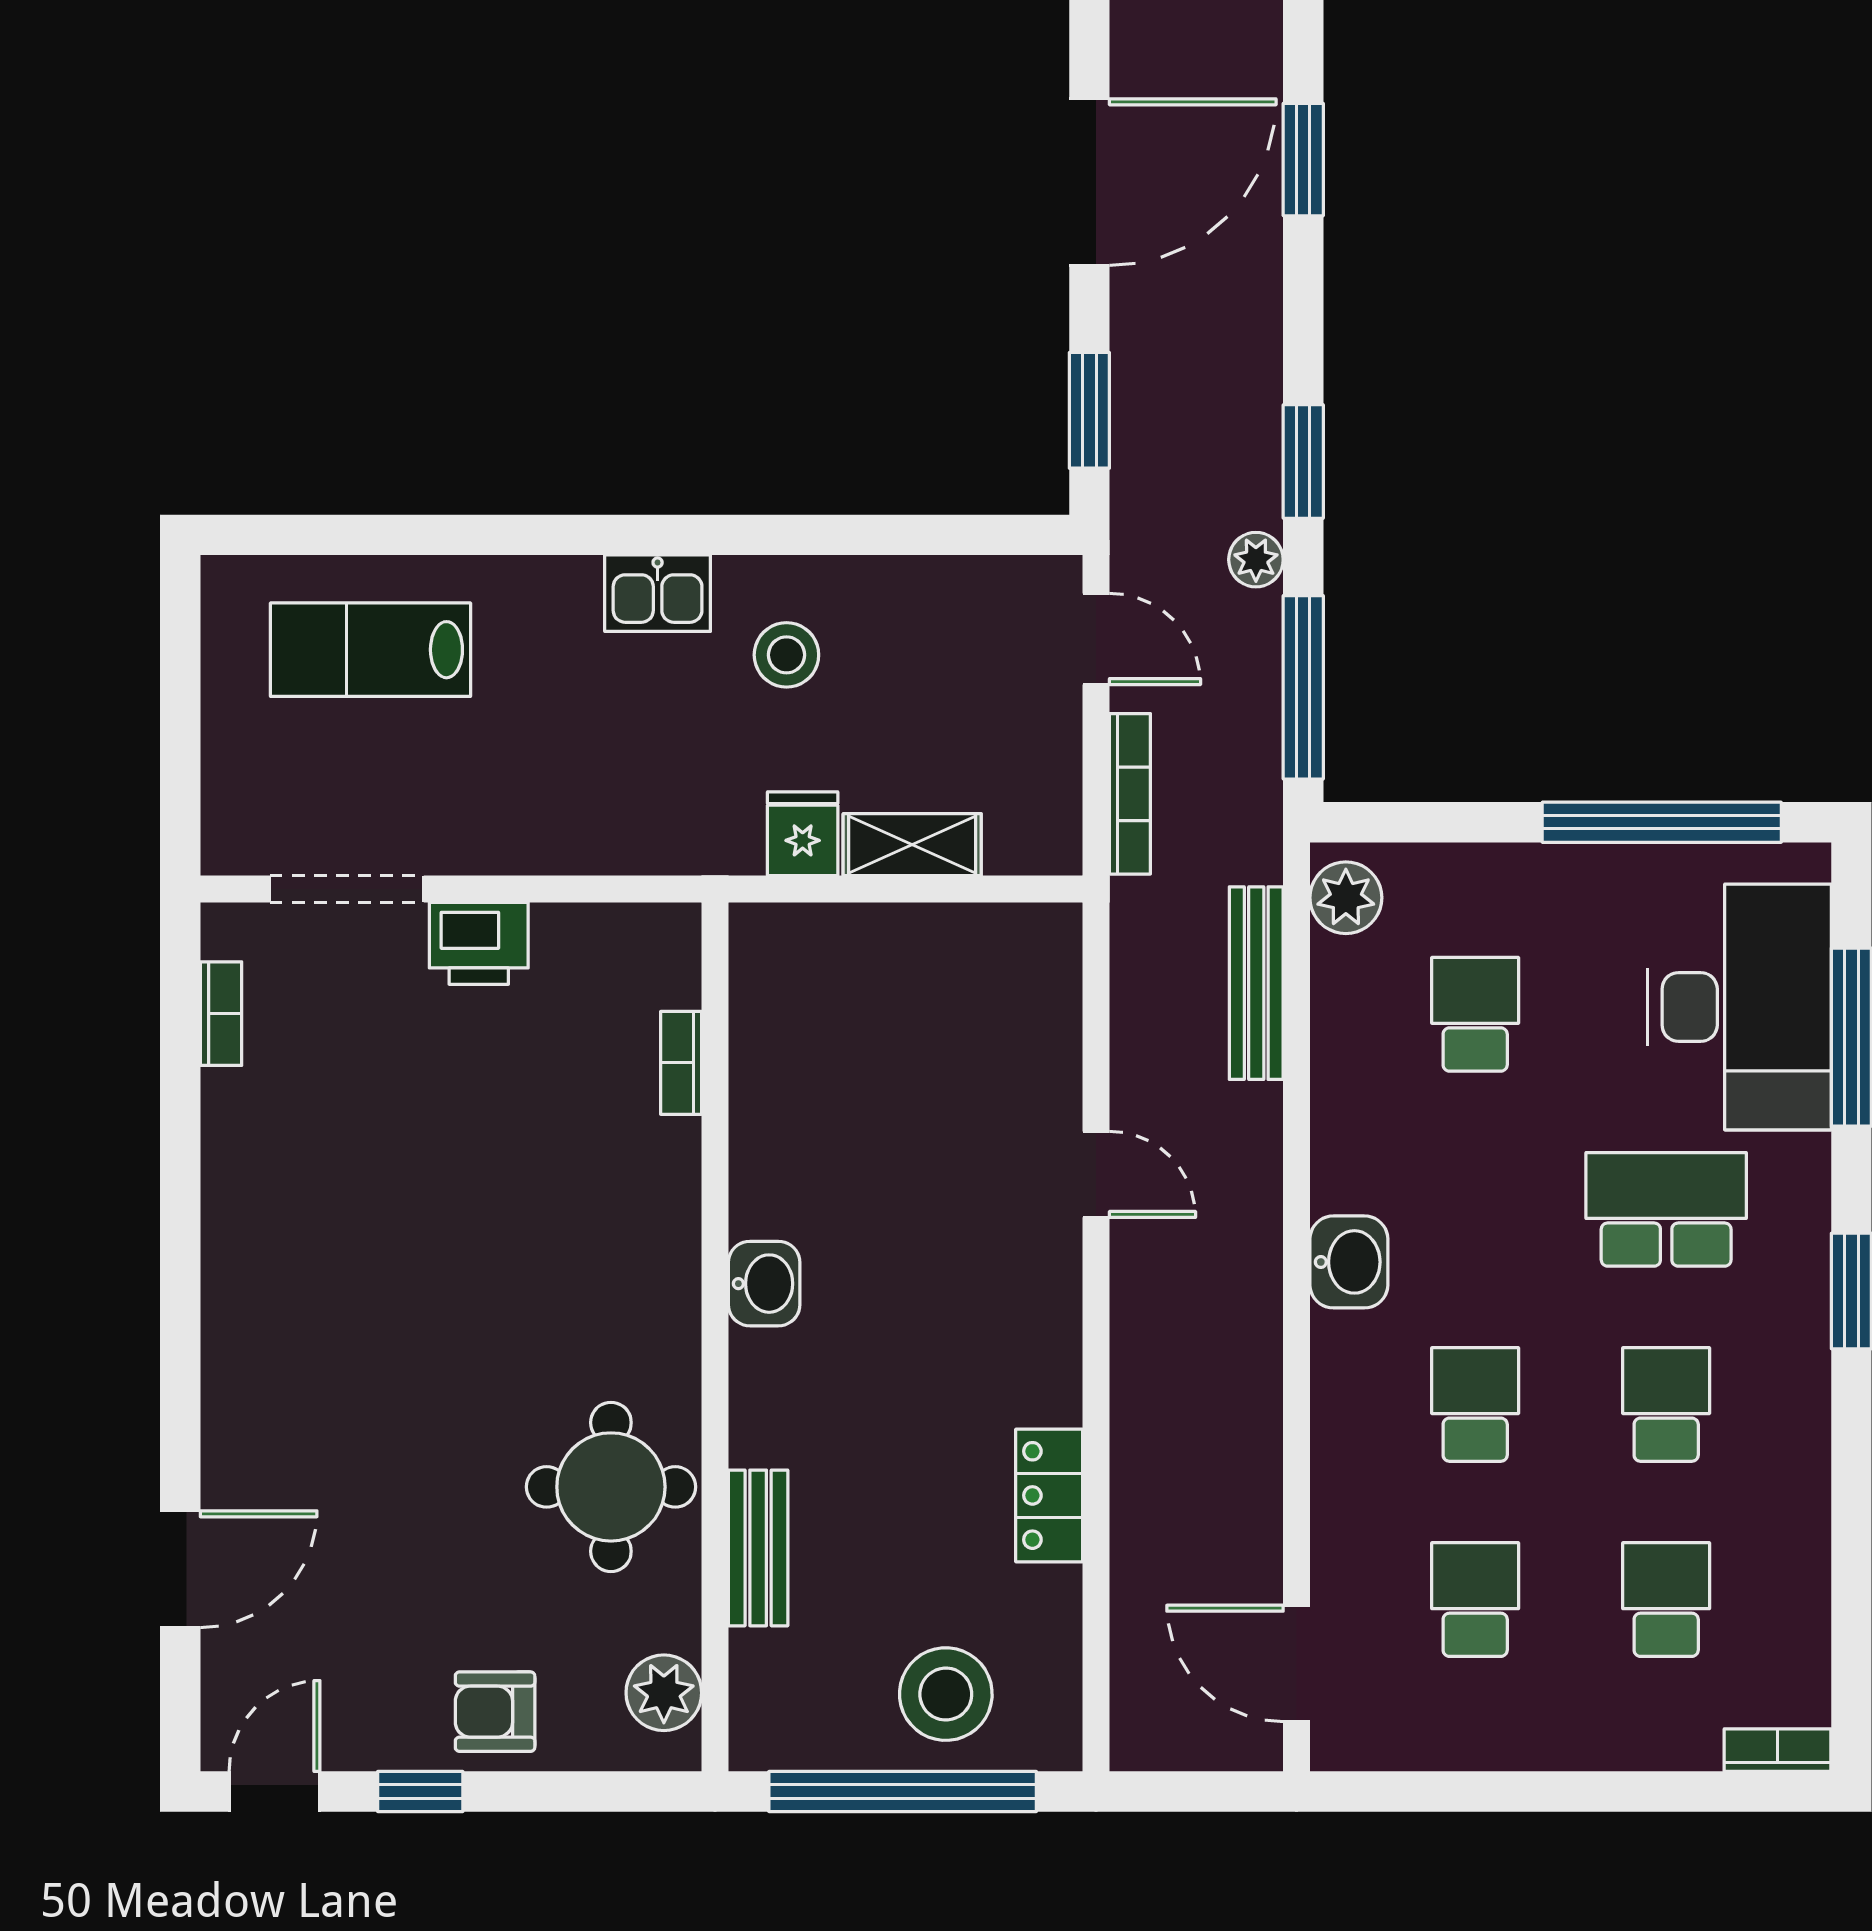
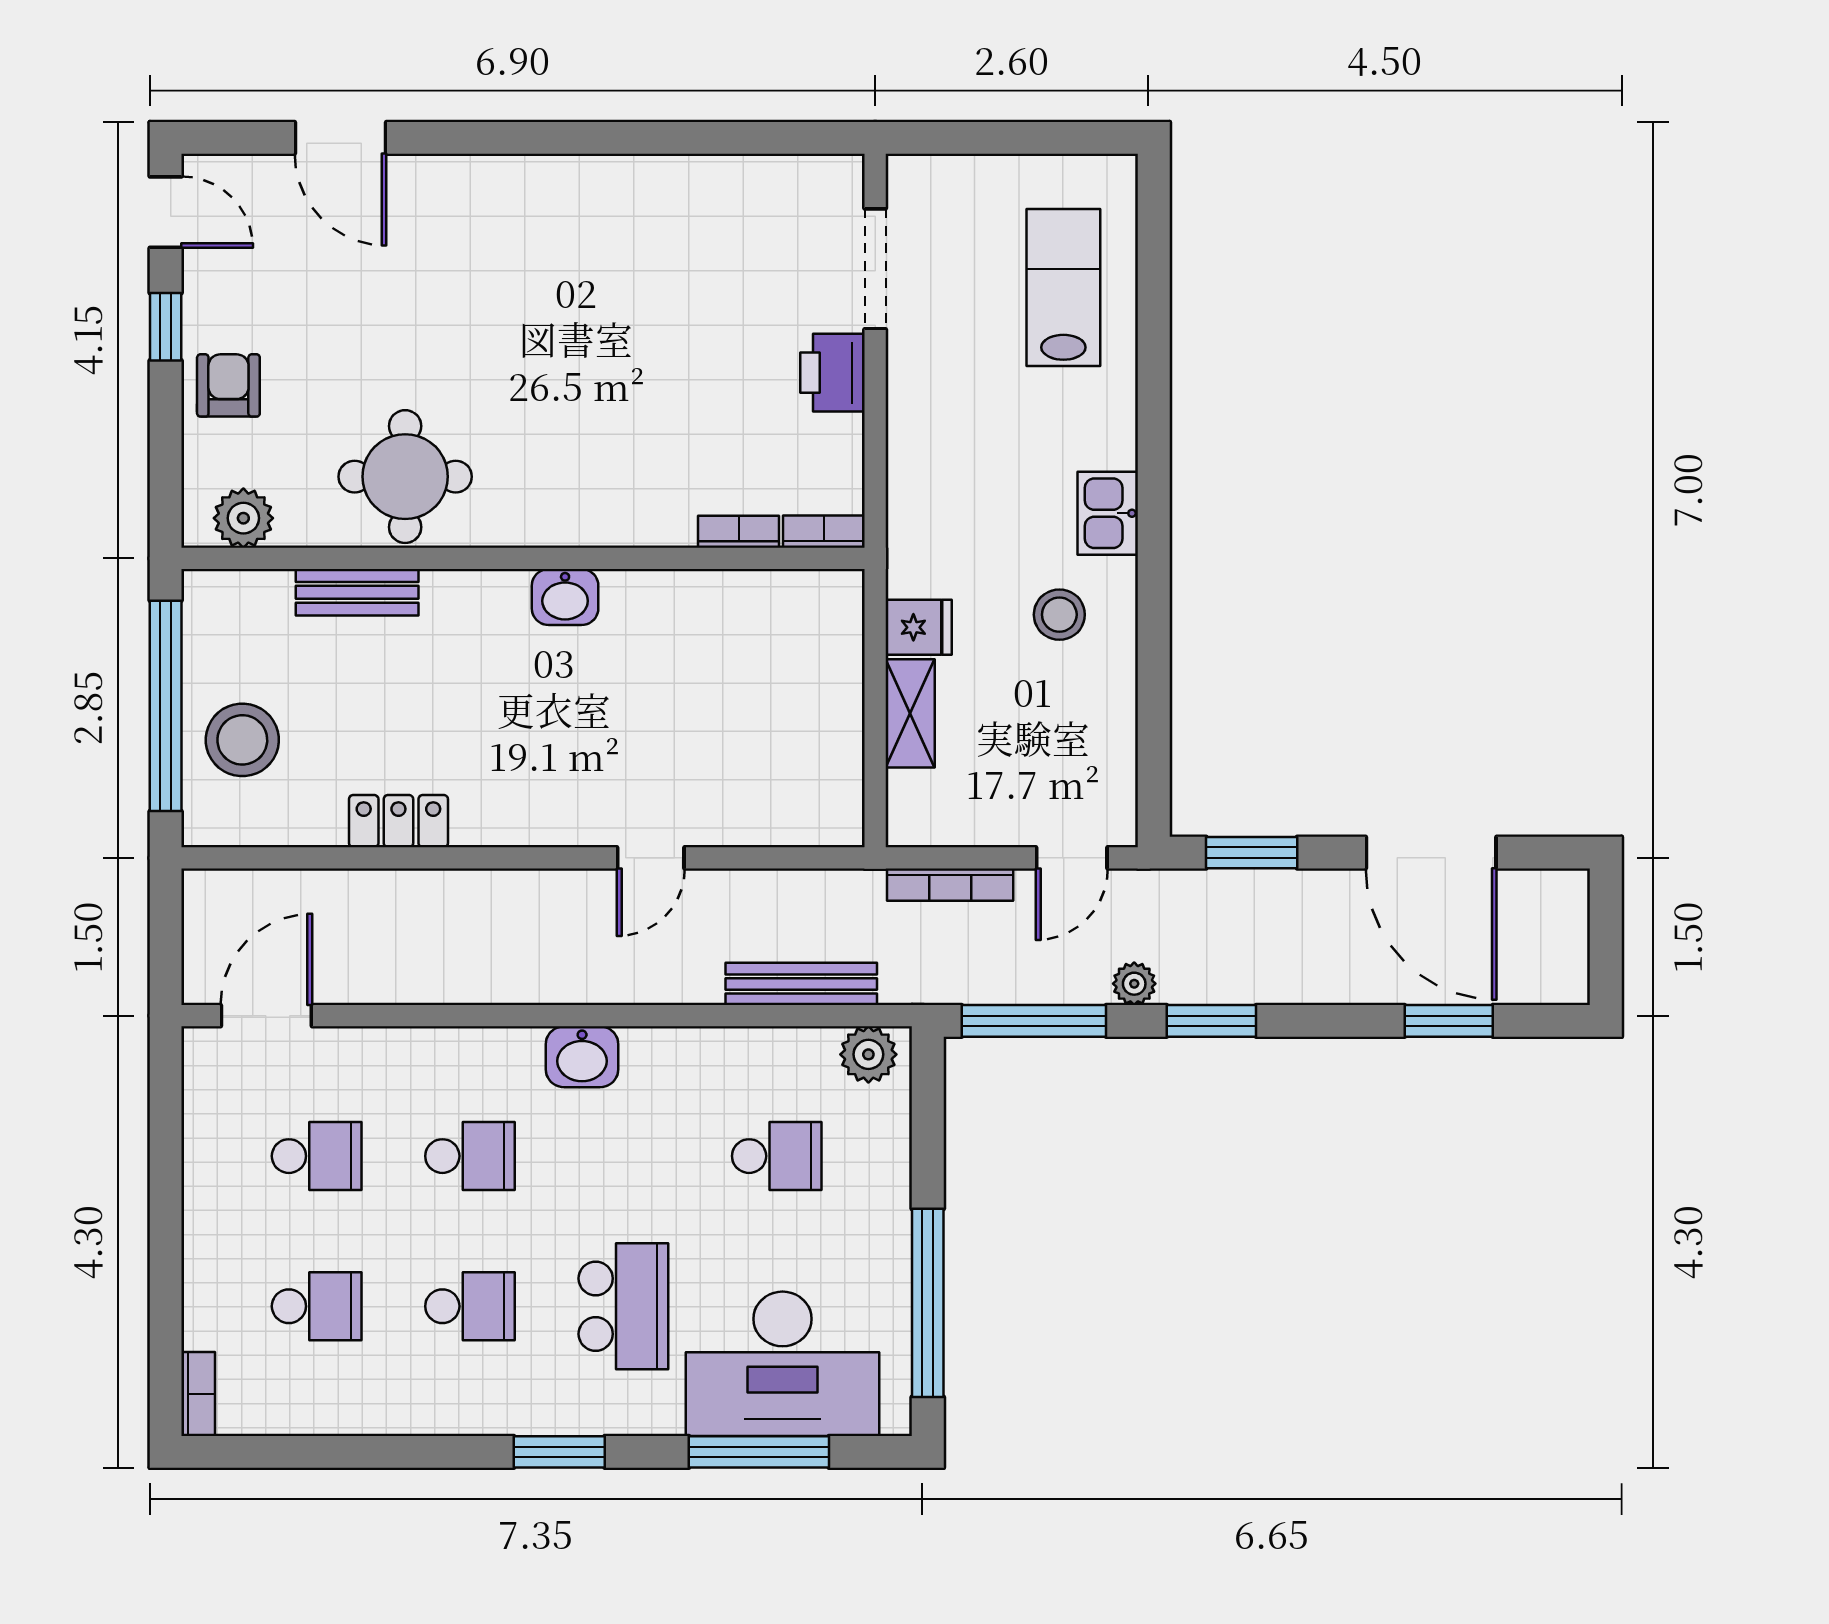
bookcase: (221, 1014) -> (824, 532), moved, turned 180

